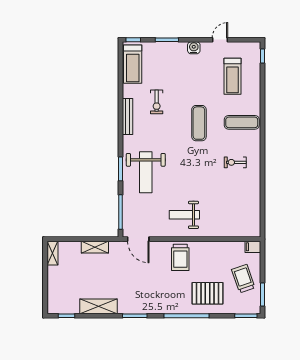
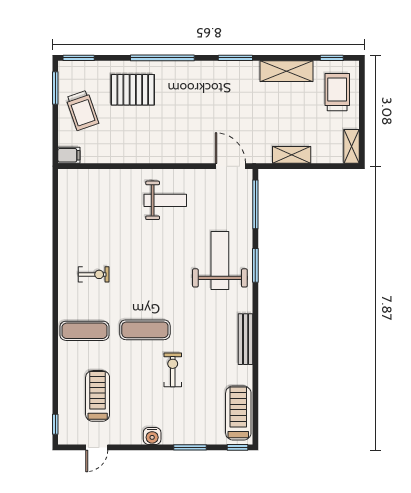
door: (220, 40) -> (97, 447), moved
exercise bike: (157, 102) -> (173, 370), moved
exercise mat: (199, 123) -> (145, 330), turned 90
trolley: (180, 257) -> (337, 92), moved

